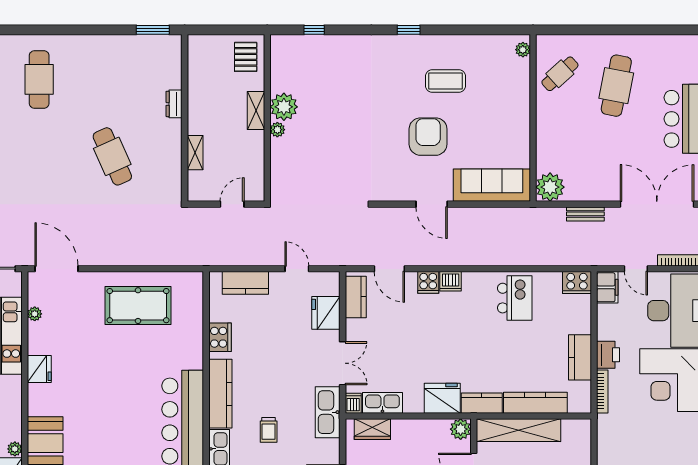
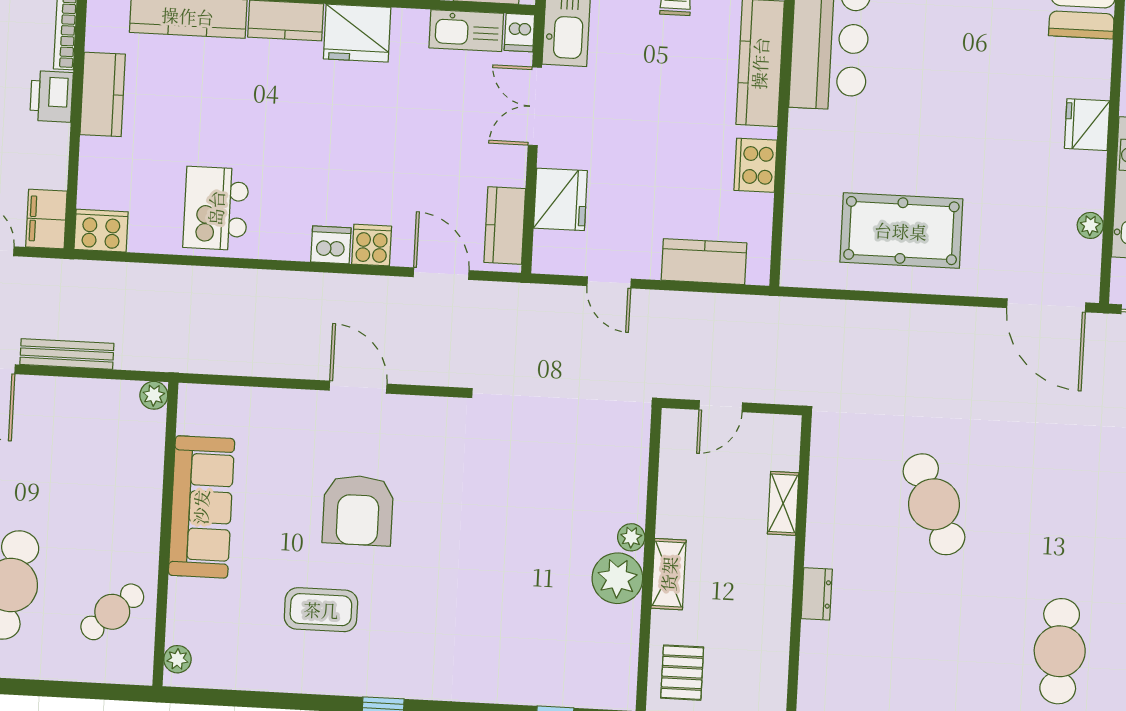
sofa: (492, 185) -> (201, 507), moved, turned -90
plant: (550, 187) -> (154, 395), width x0.53, depth x0.53
bench: (585, 214) -> (67, 354), width x1.36

